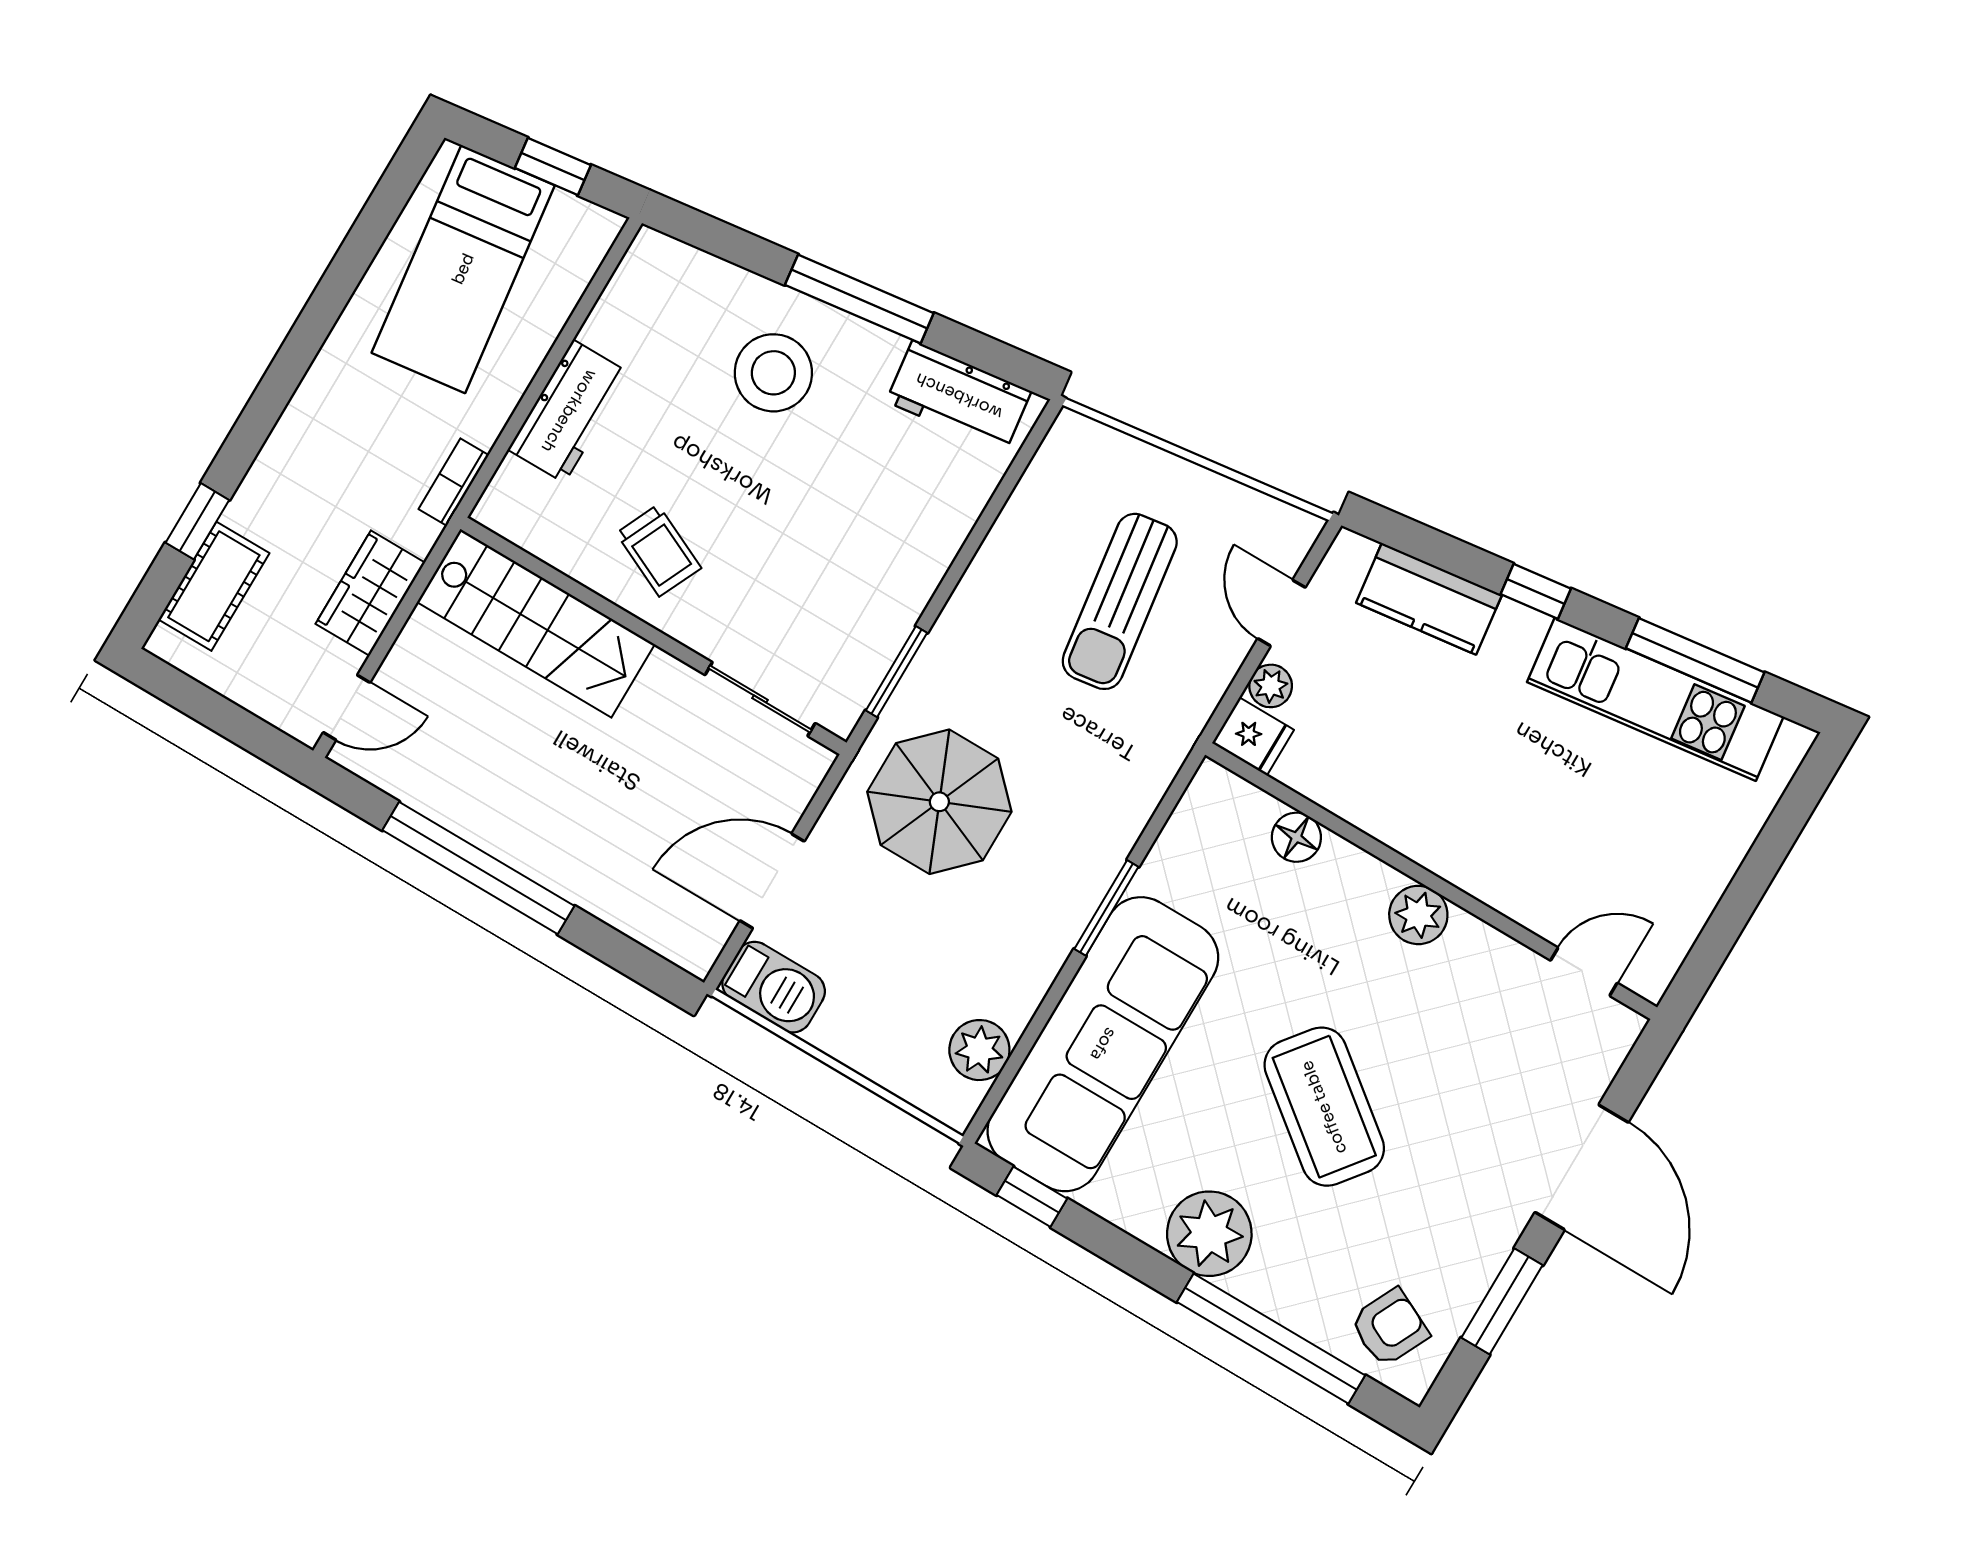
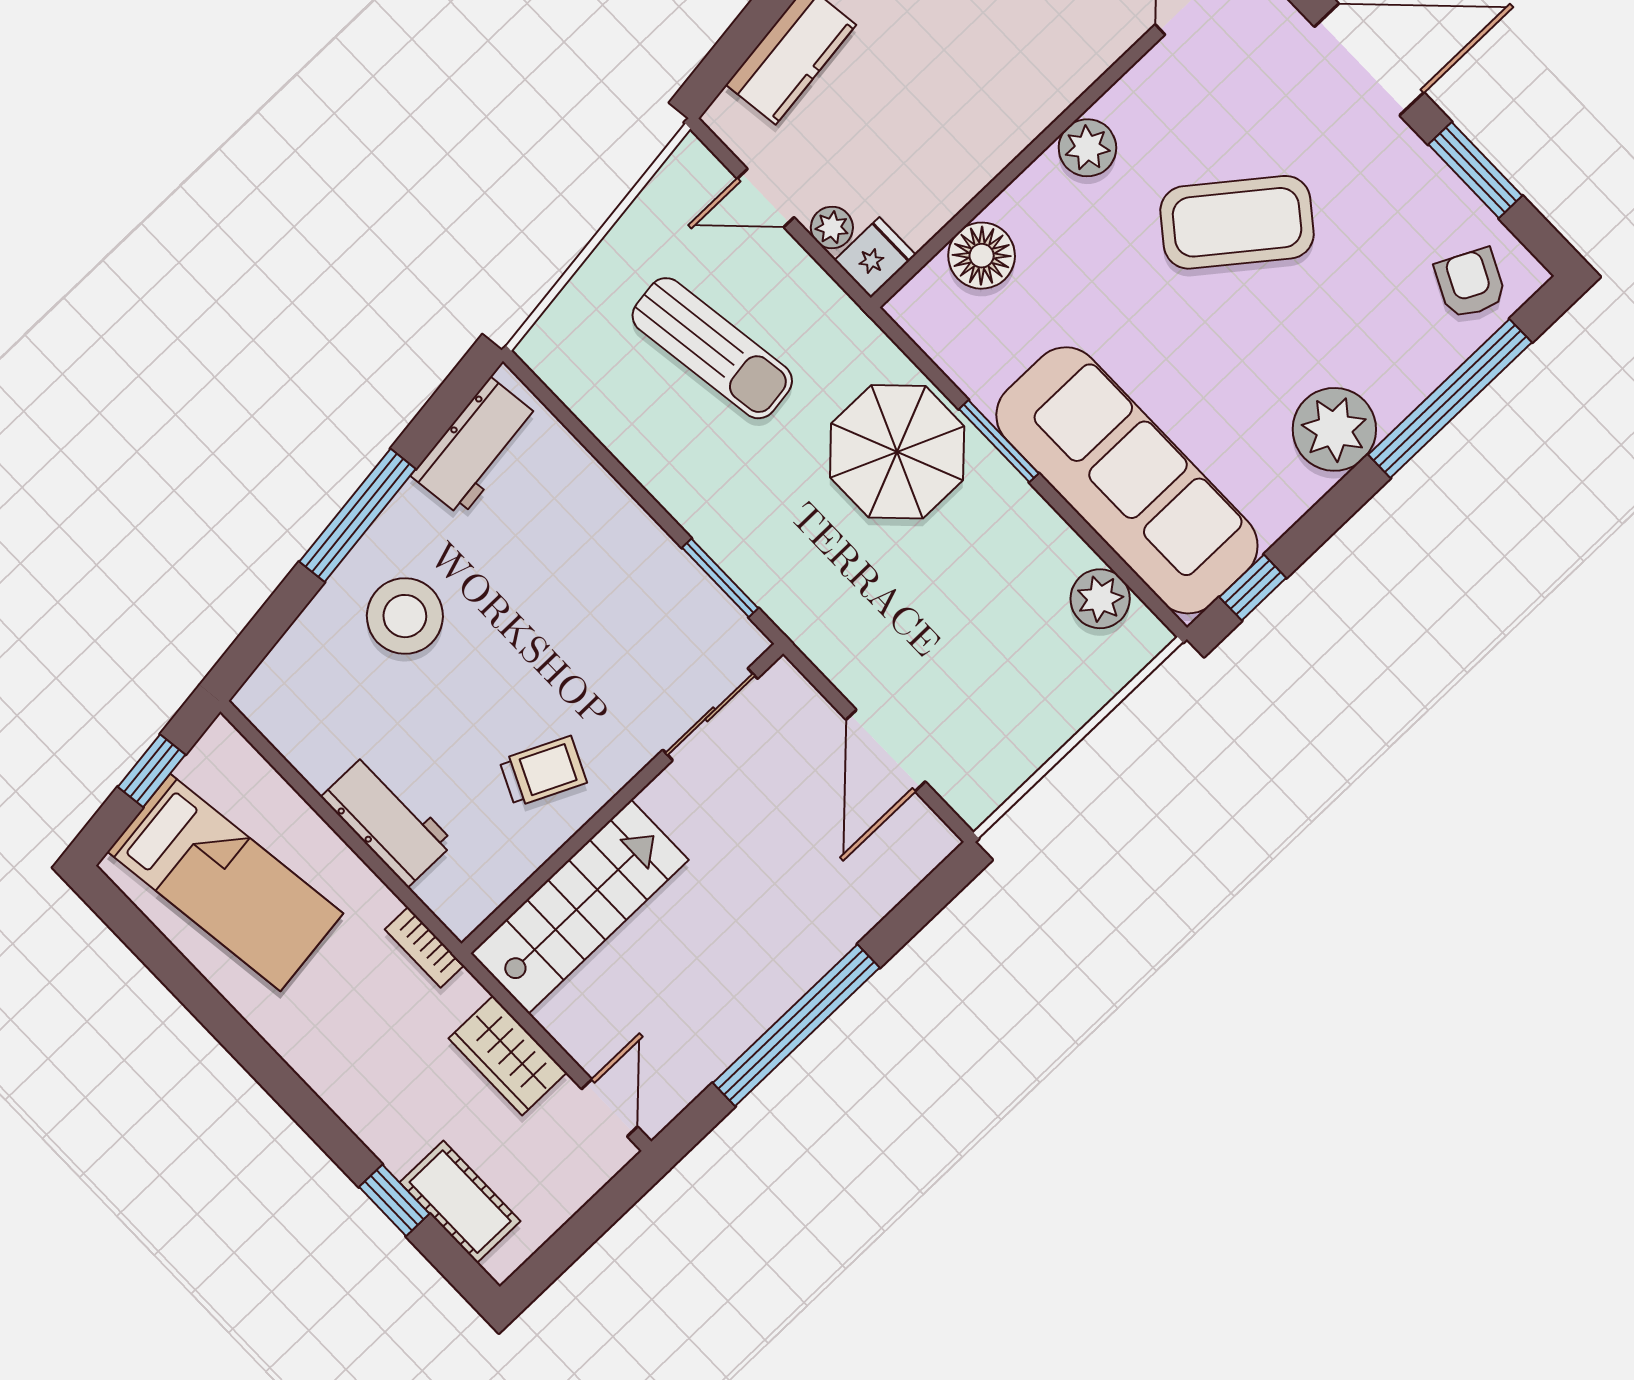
parasol: (939, 802) -> (897, 452), moved
floor lamp: (1296, 837) -> (982, 256), width x1.38, depth x1.38
barbecue: (774, 987) -> (987, 777), removed
coffee table: (1324, 1107) -> (1237, 222), moved

